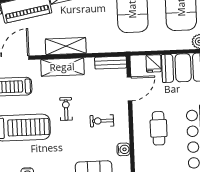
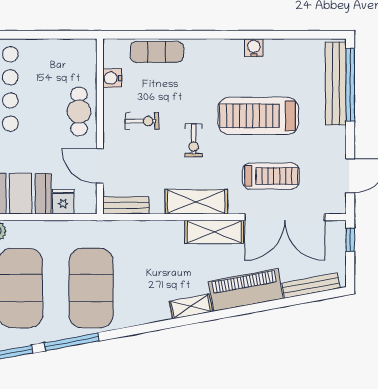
shelving: (66, 46) -> (214, 232), moved
door: (129, 89) -> (100, 166), hinge flipped
cafe table: (159, 128) -> (79, 112), moved

